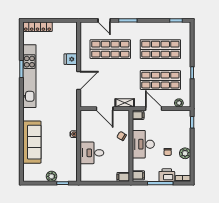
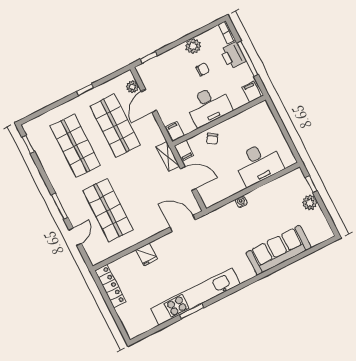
locker: (38, 27) -> (110, 286), moved
door: (79, 80) -> (183, 223), moved
door: (105, 109) -> (188, 179), hinge flipped
door: (154, 109) -> (149, 101), moved
desk: (92, 153) -> (258, 163), width x1.37
filing cabinet: (123, 177) -> (184, 151), moved

